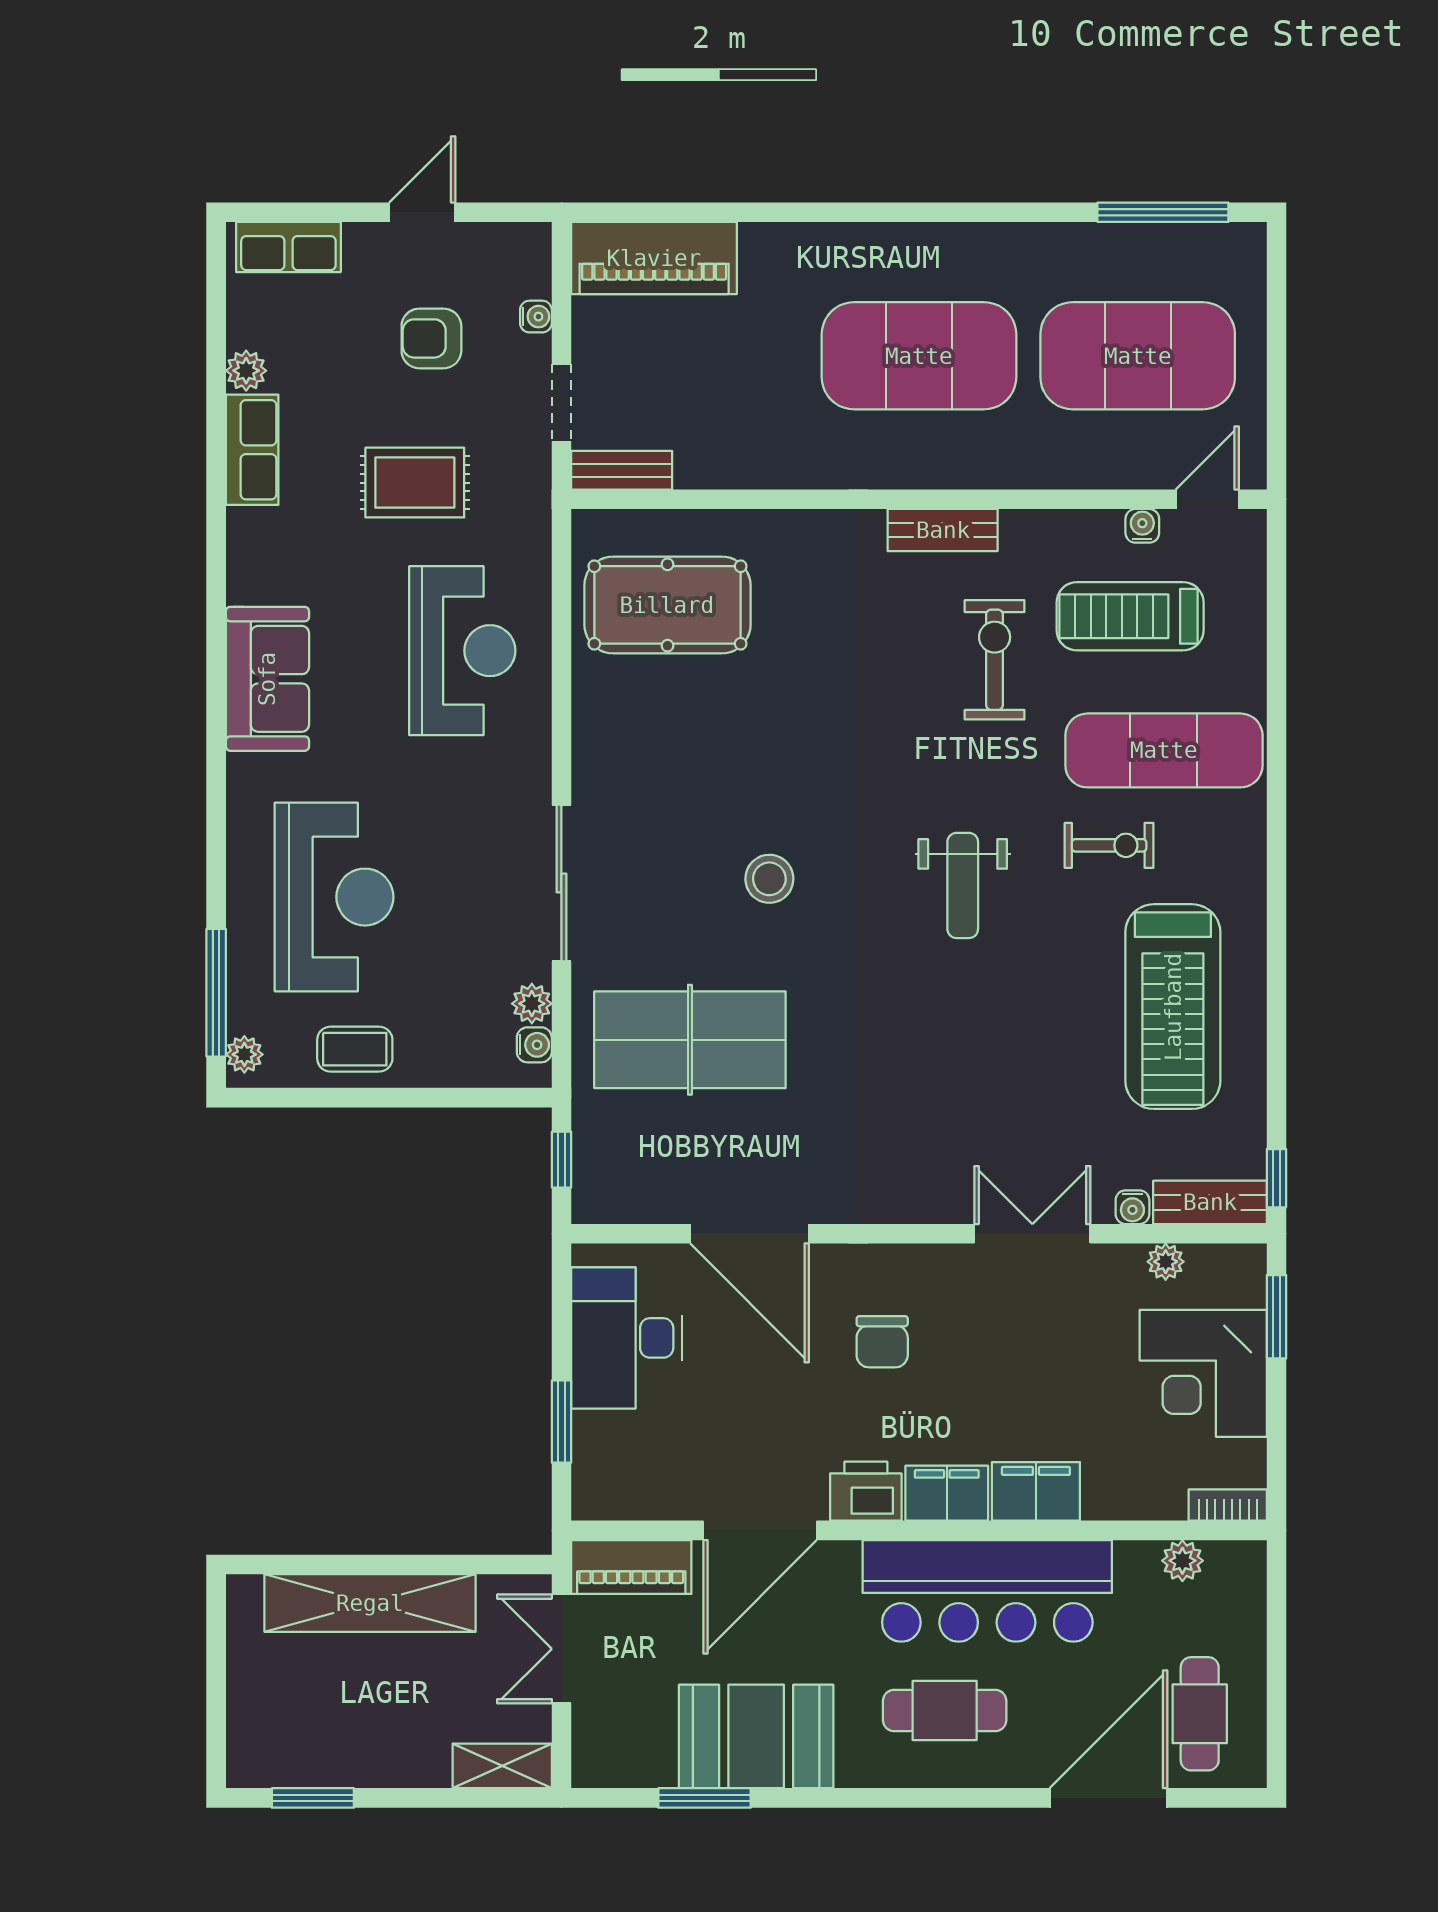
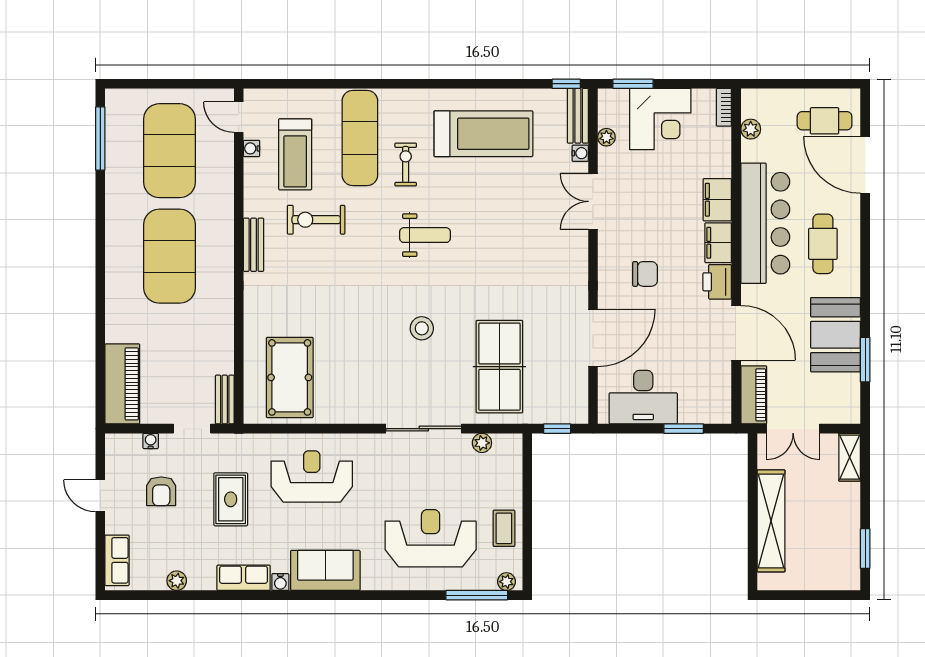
row of seats: (252, 450) -> (244, 578), moved
water cooler: (534, 1045) -> (280, 582), moved, turned 180

